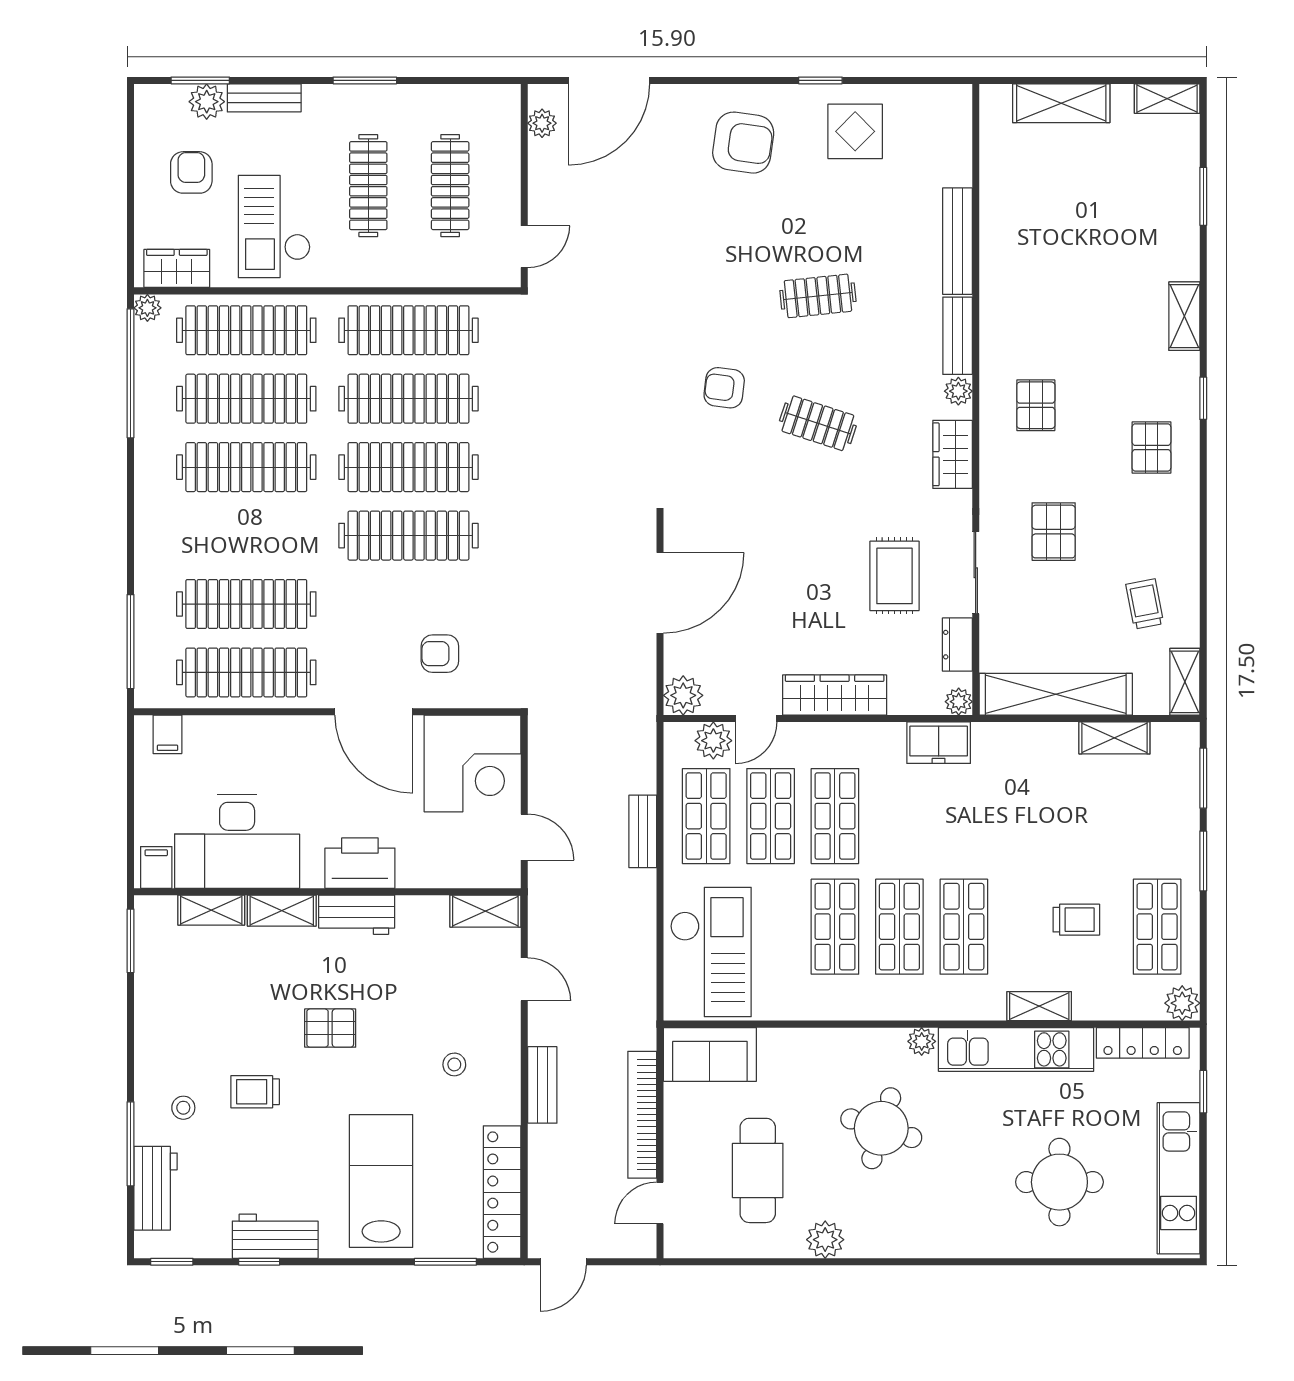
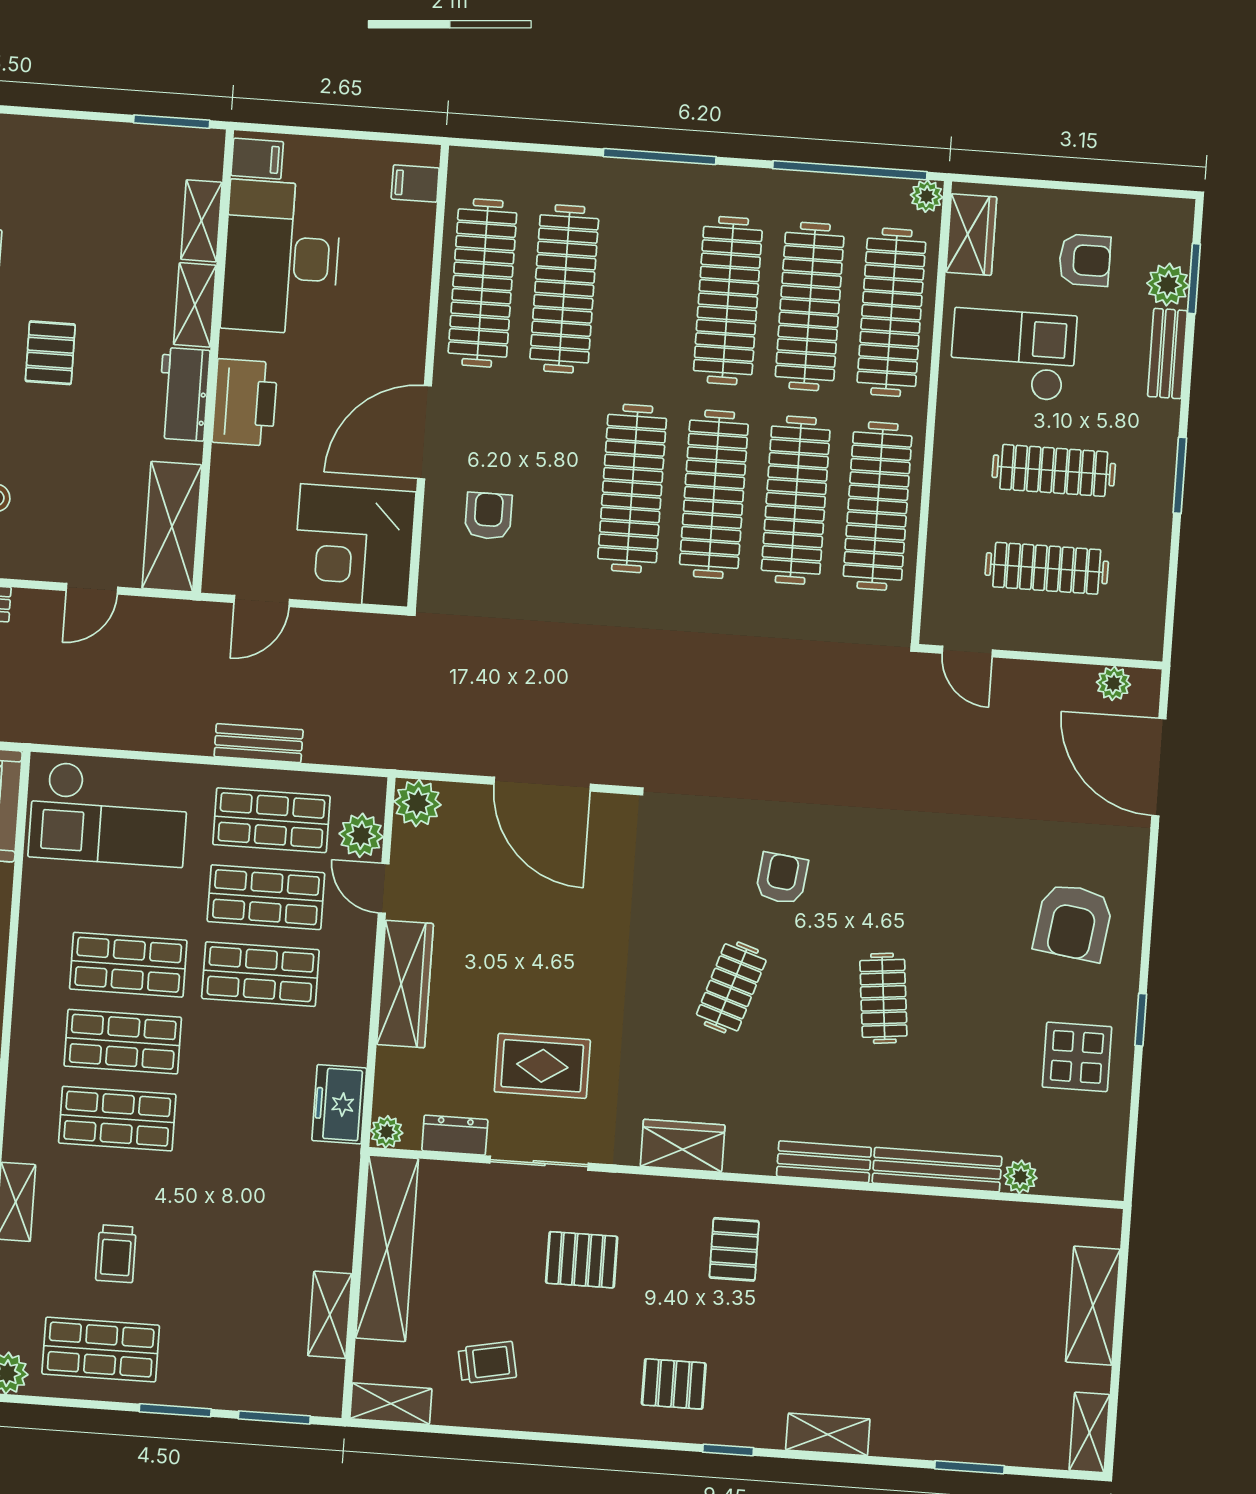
plant: (958, 391) -> (1021, 1177), moved
pallet: (1036, 405) -> (734, 1249), turned 90
window: (130, 642) -> (660, 157), moved
shelving: (485, 911) -> (172, 527), width x1.50, depth x1.33

